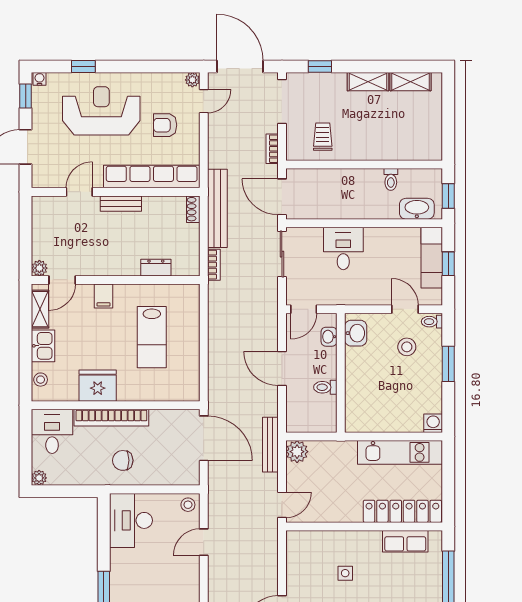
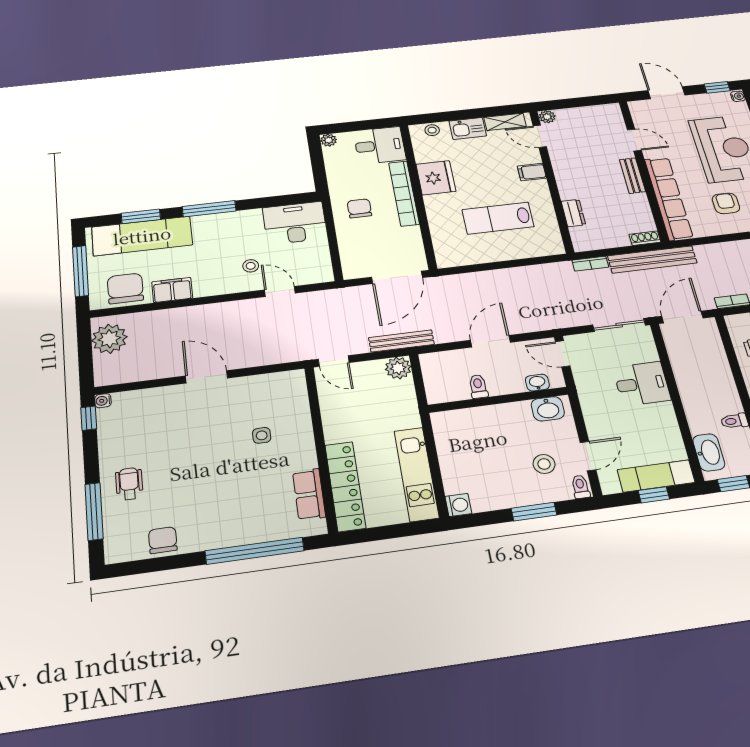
stool: (188, 505) -> (251, 266), moved

